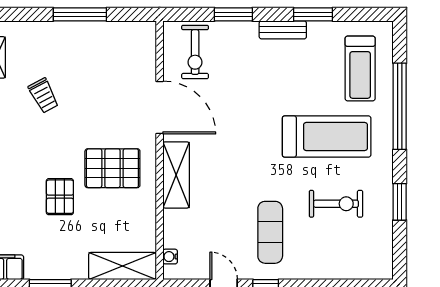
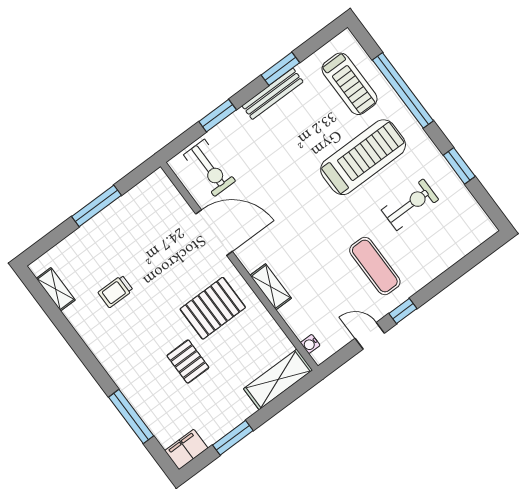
bench: (283, 30) -> (273, 94), width x1.36
trolley: (44, 96) -> (116, 291), turned 118
shelving: (176, 175) -> (271, 287), width x0.67, depth x0.75

